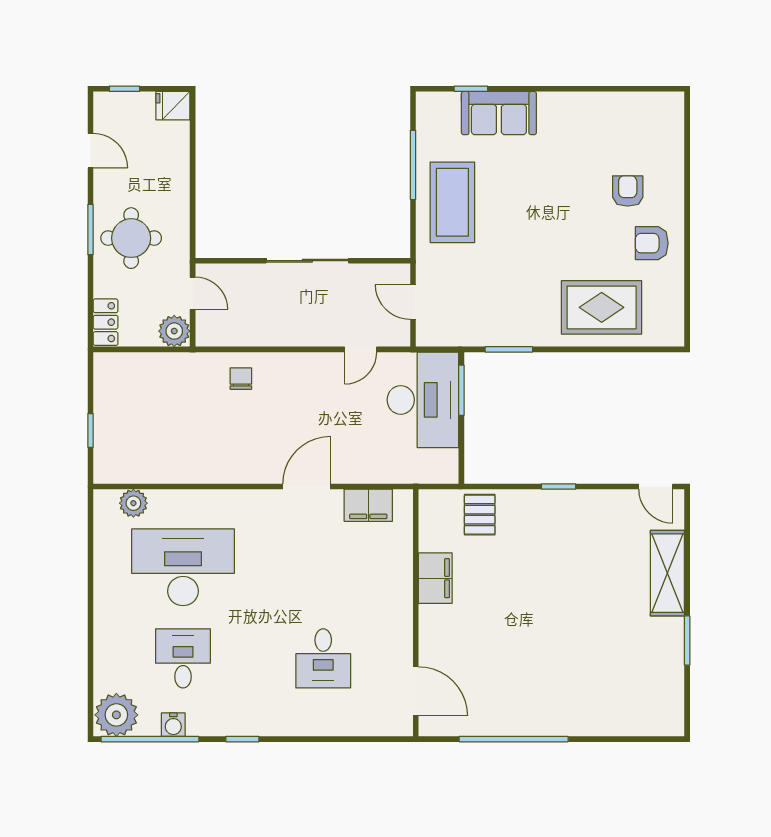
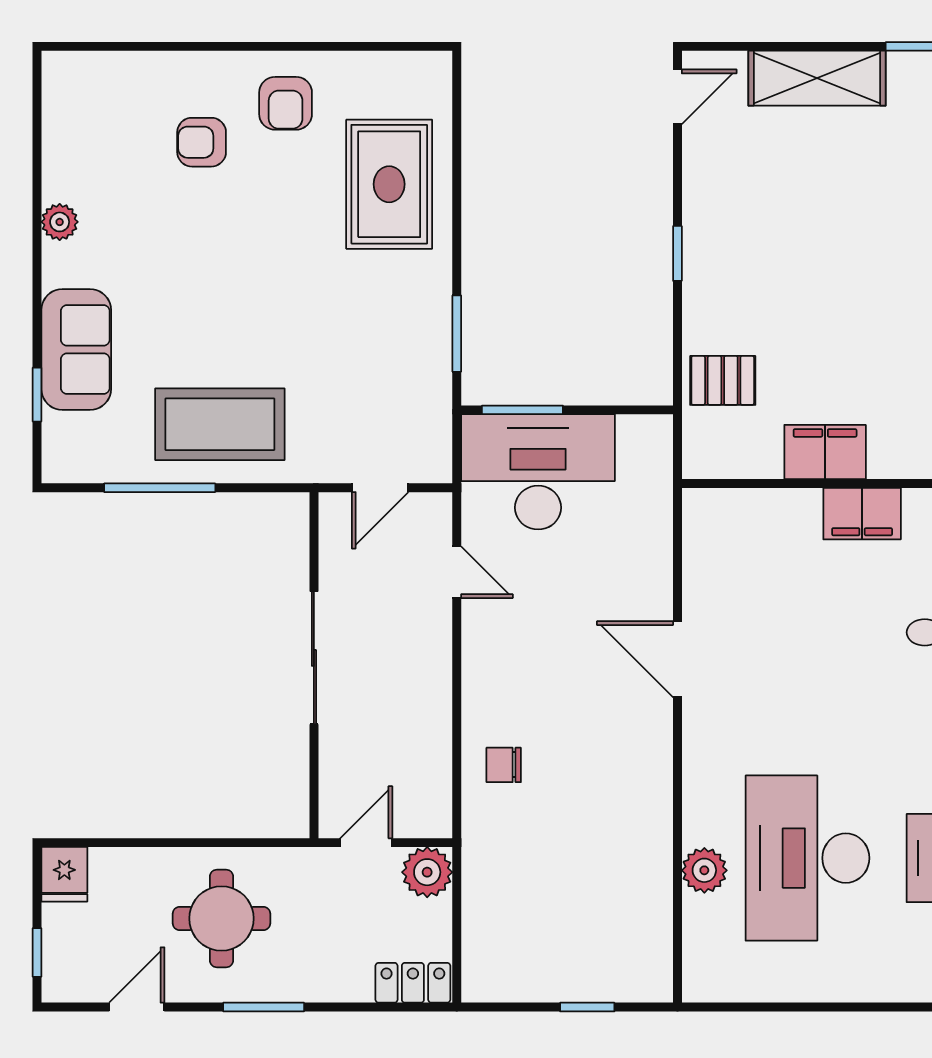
plant: (578, 103) -> (60, 222), added
round table: (131, 238) -> (221, 918), moved
plant: (133, 503) -> (704, 870), moved
filing cabinet: (368, 505) -> (862, 514), moved, turned 90

